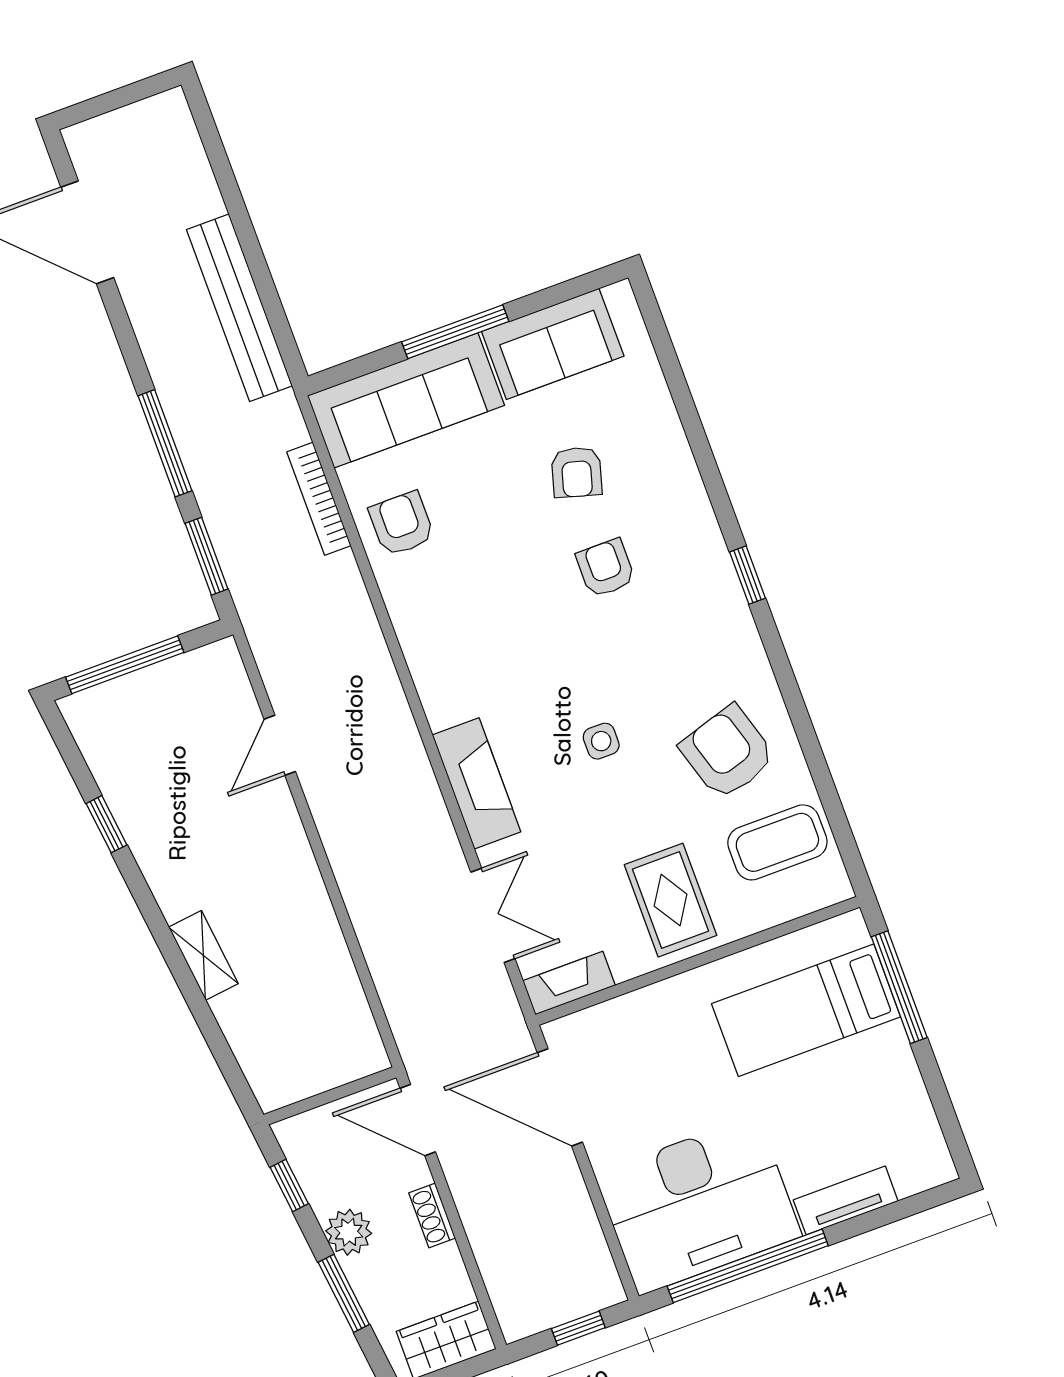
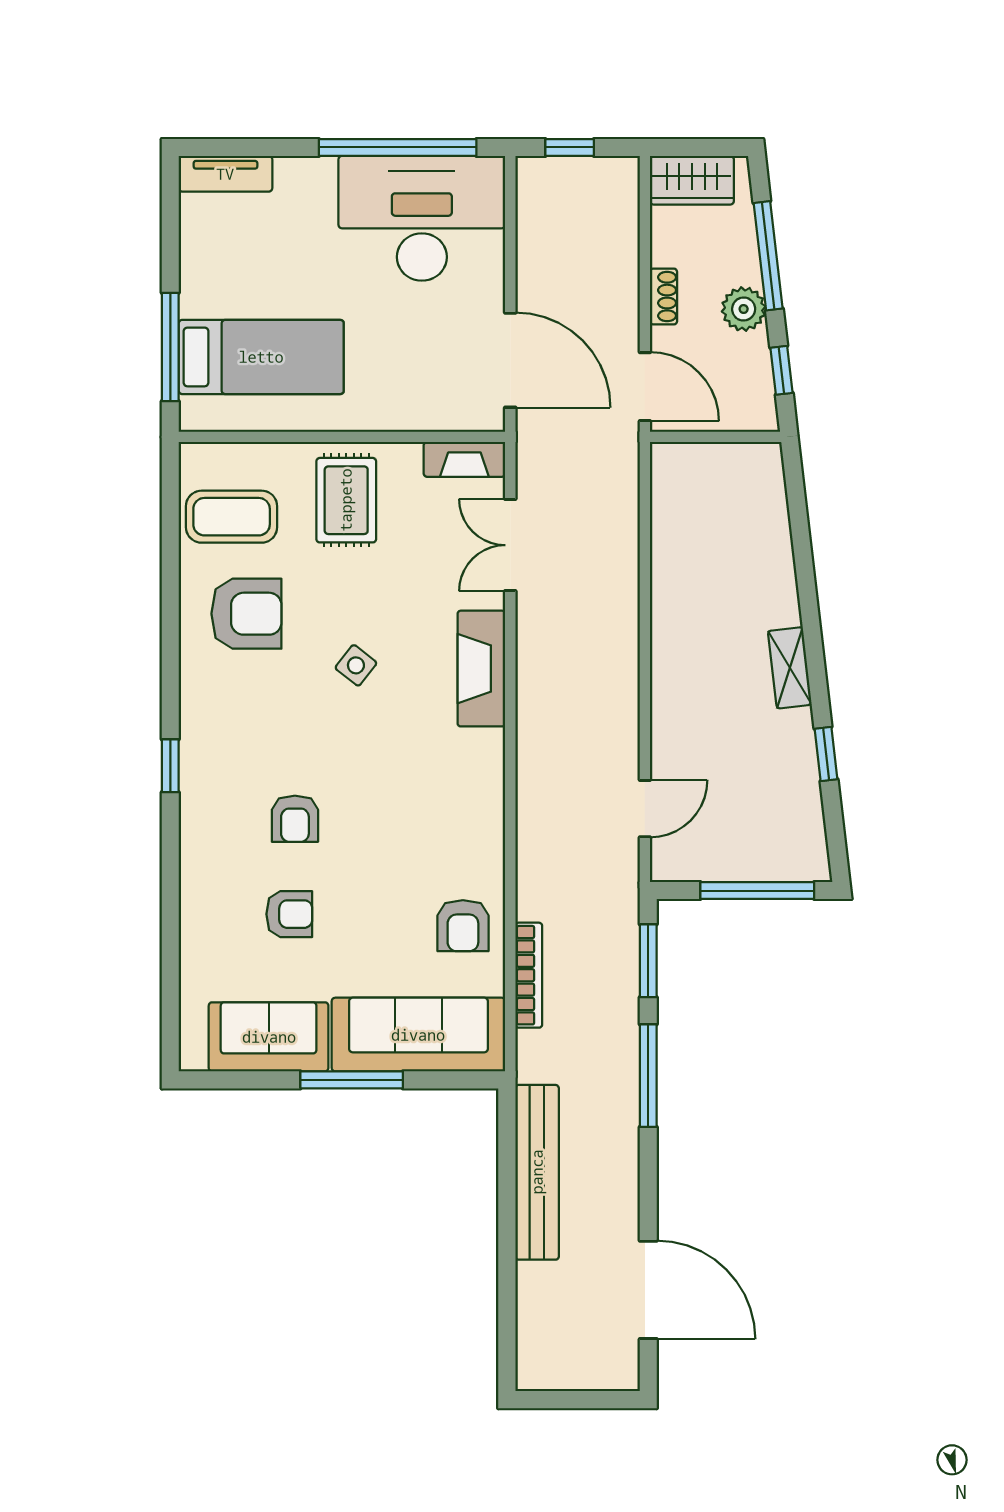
armchair: (577, 472) -> (289, 914), turned 74
side table: (601, 741) -> (356, 665), turned 38
door: (280, 745) -> (645, 809), moved
armchair: (728, 752) -> (246, 614), turned -73
shelving: (203, 955) -> (790, 668), moved
tv unit: (846, 1200) -> (225, 174), moved
window: (344, 1293) -> (768, 256), width x1.44

